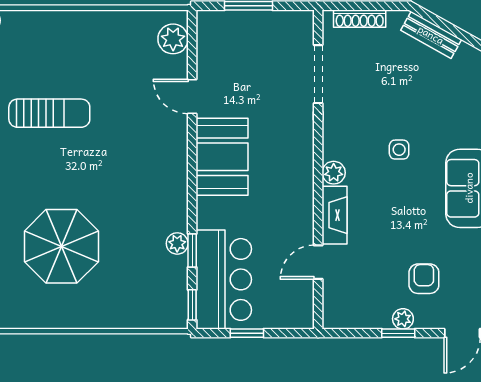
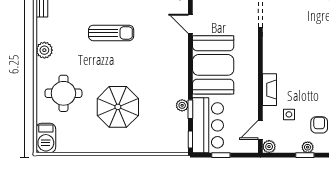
side table: (399, 150) -> (289, 114), moved
booth: (222, 157) -> (213, 65), width x1.36, depth x1.42
plant: (334, 173) -> (269, 147), moved
door: (318, 262) -> (260, 130), moved

